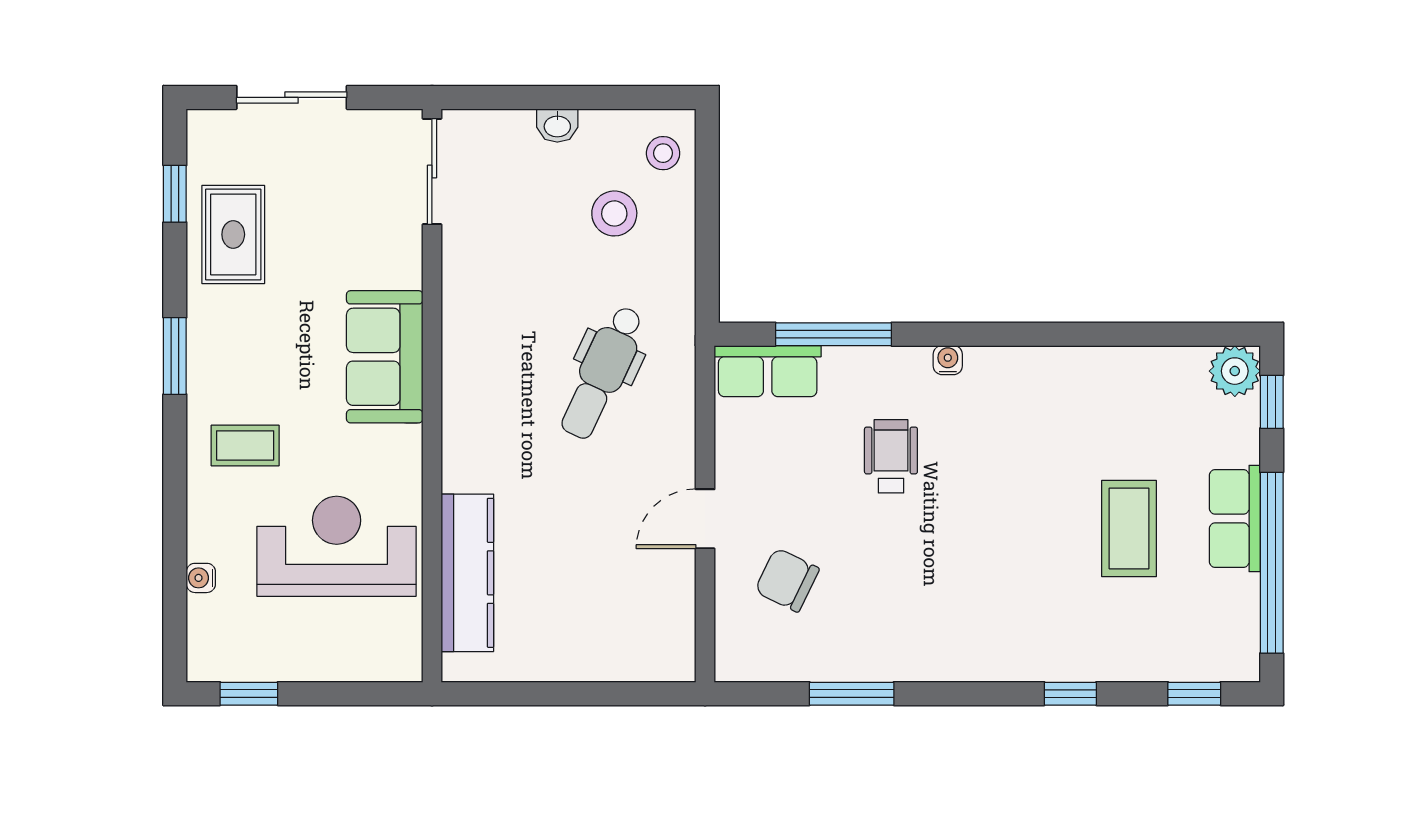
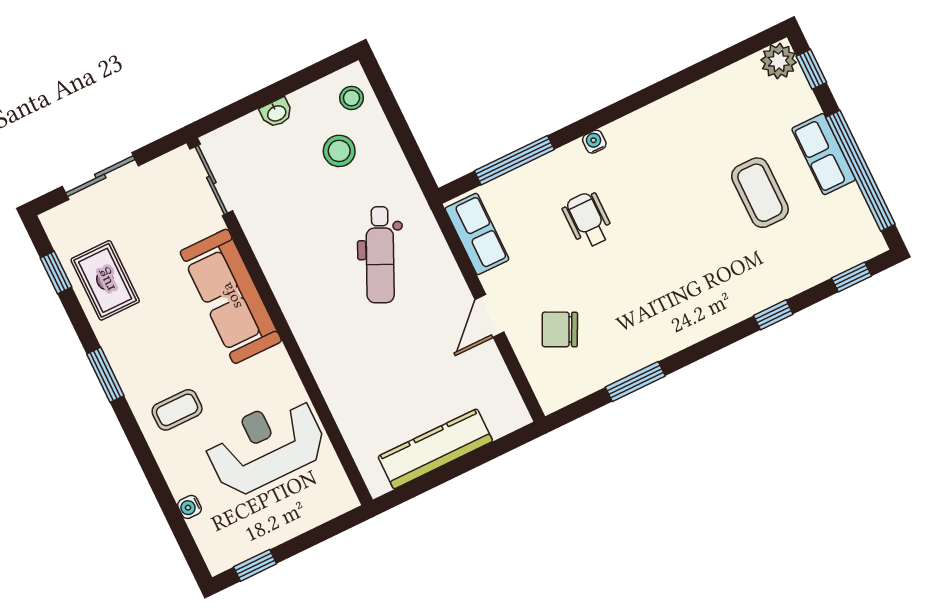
sofa: (385, 357) -> (231, 296), width x1.36
row of seats: (768, 371) -> (477, 234), moved, turned -90
kitchen counter: (467, 573) -> (435, 449), moved, turned -90

